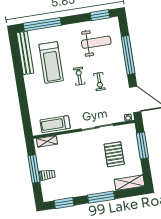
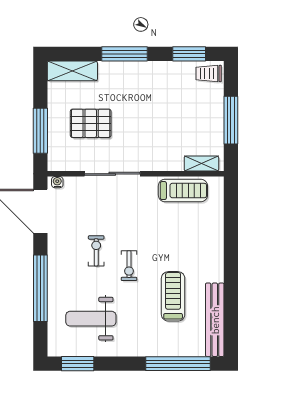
treadmill: (51, 62) -> (173, 296), width x0.73, depth x0.73
pallet: (114, 154) -> (91, 123), turned 90
trolley: (47, 175) -> (209, 73), moved

